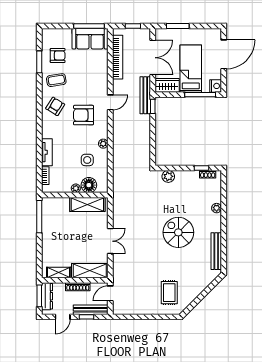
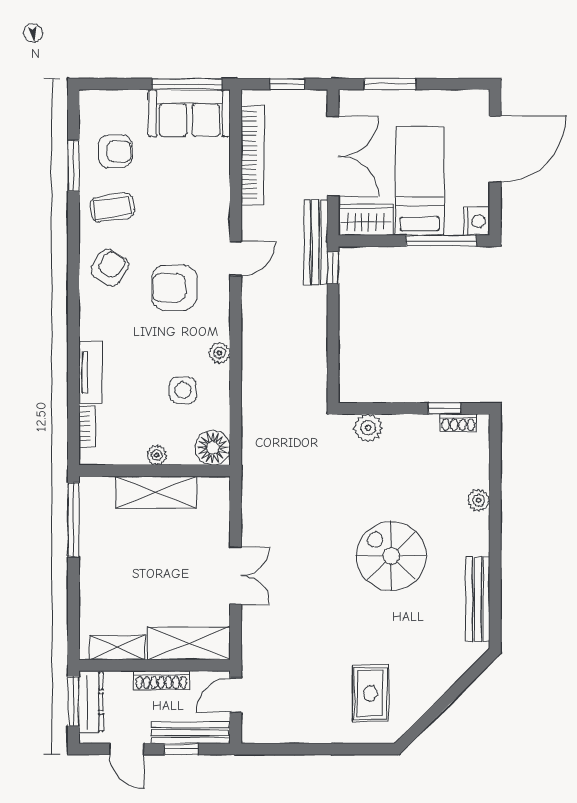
floor lamp: (89, 185) -> (213, 448), moved
shelving: (87, 205) -> (156, 492), moved
door: (63, 317) -> (127, 749), hinge flipped

